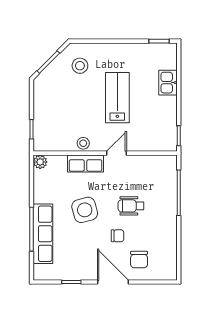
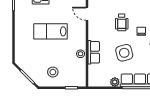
stool: (80, 66) -> (53, 72), moved
door: (116, 153) -> (87, 14), moved
plant: (40, 162) -> (115, 82), moved

